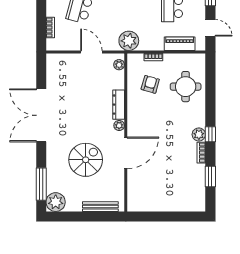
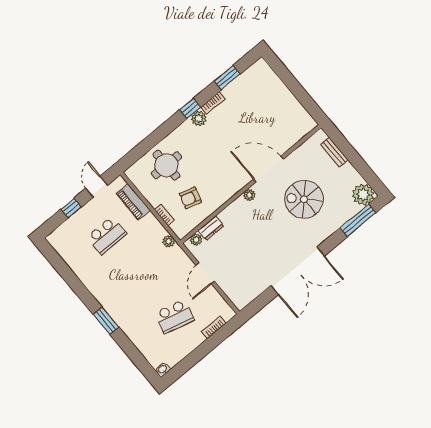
plant: (129, 41) -> (169, 241), width x0.53, depth x0.53
dresser: (119, 105) -> (211, 228), moved, width x0.70
bench: (100, 207) -> (334, 152), width x0.73

